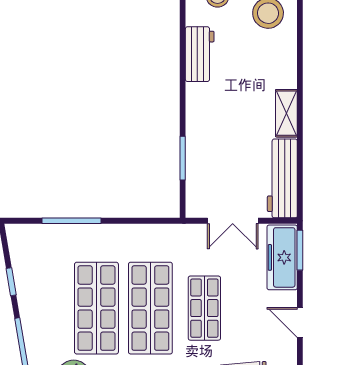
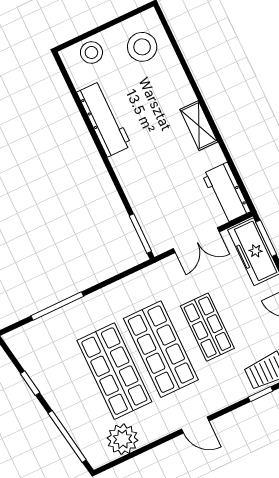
workbench: (200, 54) -> (104, 119), width x1.38
window: (183, 158) -> (140, 234), moved
workbench: (282, 178) -> (226, 193), width x0.73

